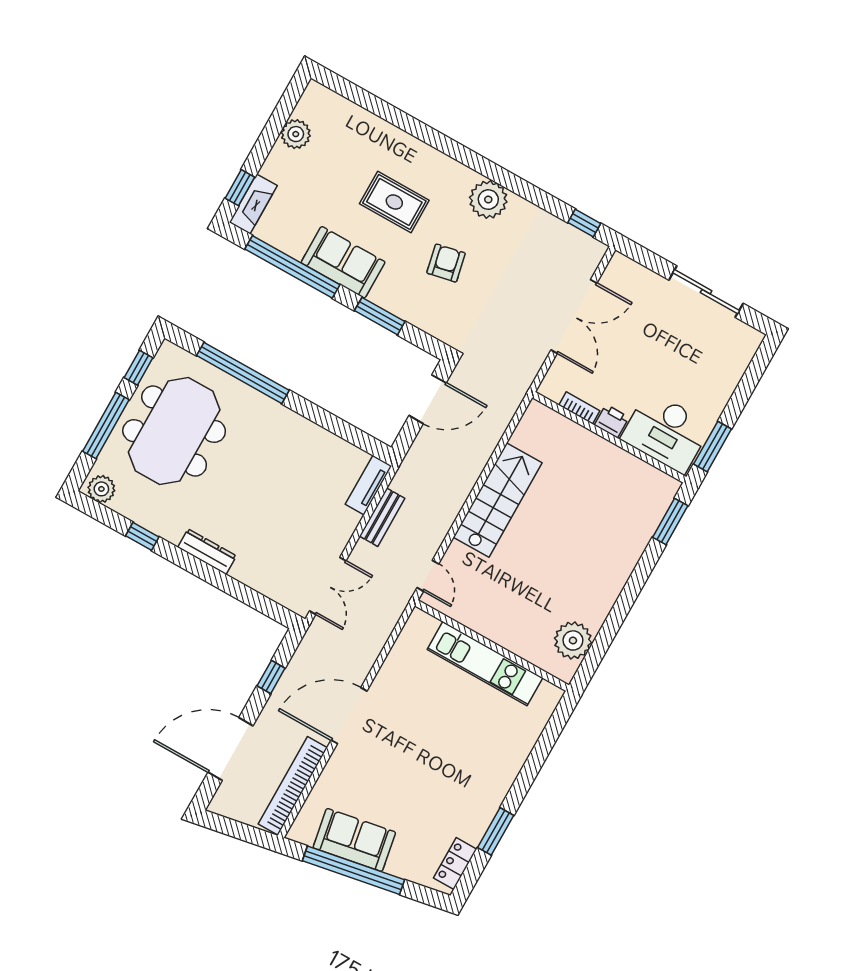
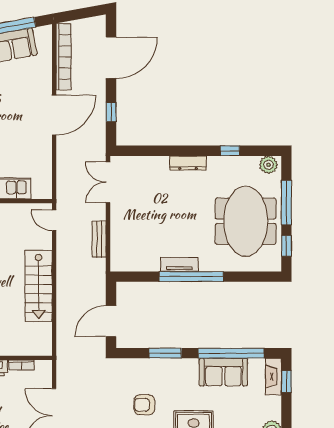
sofa: (343, 262) -> (223, 372), moved
armchair: (446, 263) -> (144, 405), turned 102
window: (243, 373) -> (191, 277), moved
tv unit: (369, 485) -> (179, 264), moved, turned -90

